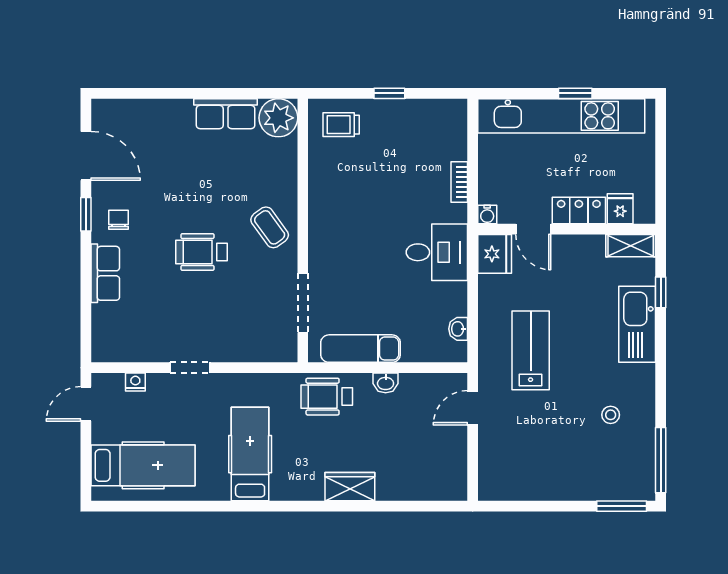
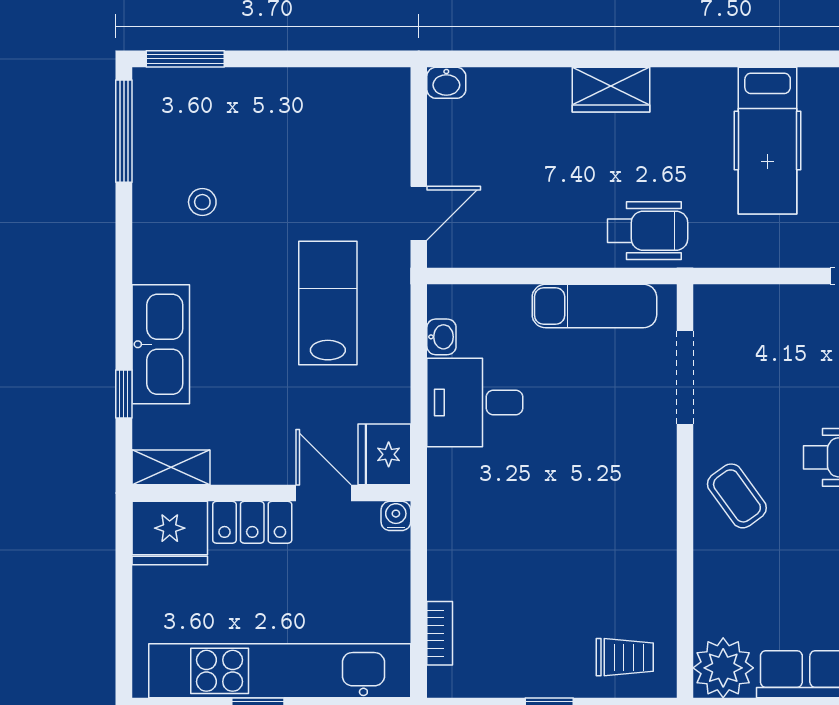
bookcase: (459, 182) -> (440, 633), moved
fridge: (620, 209) -> (170, 533), width x1.88, depth x1.34
desk: (437, 252) -> (475, 402), moved
lab bench: (531, 350) -> (328, 303), turned 180
washbasin: (386, 383) -> (446, 83), moved, turned 180

